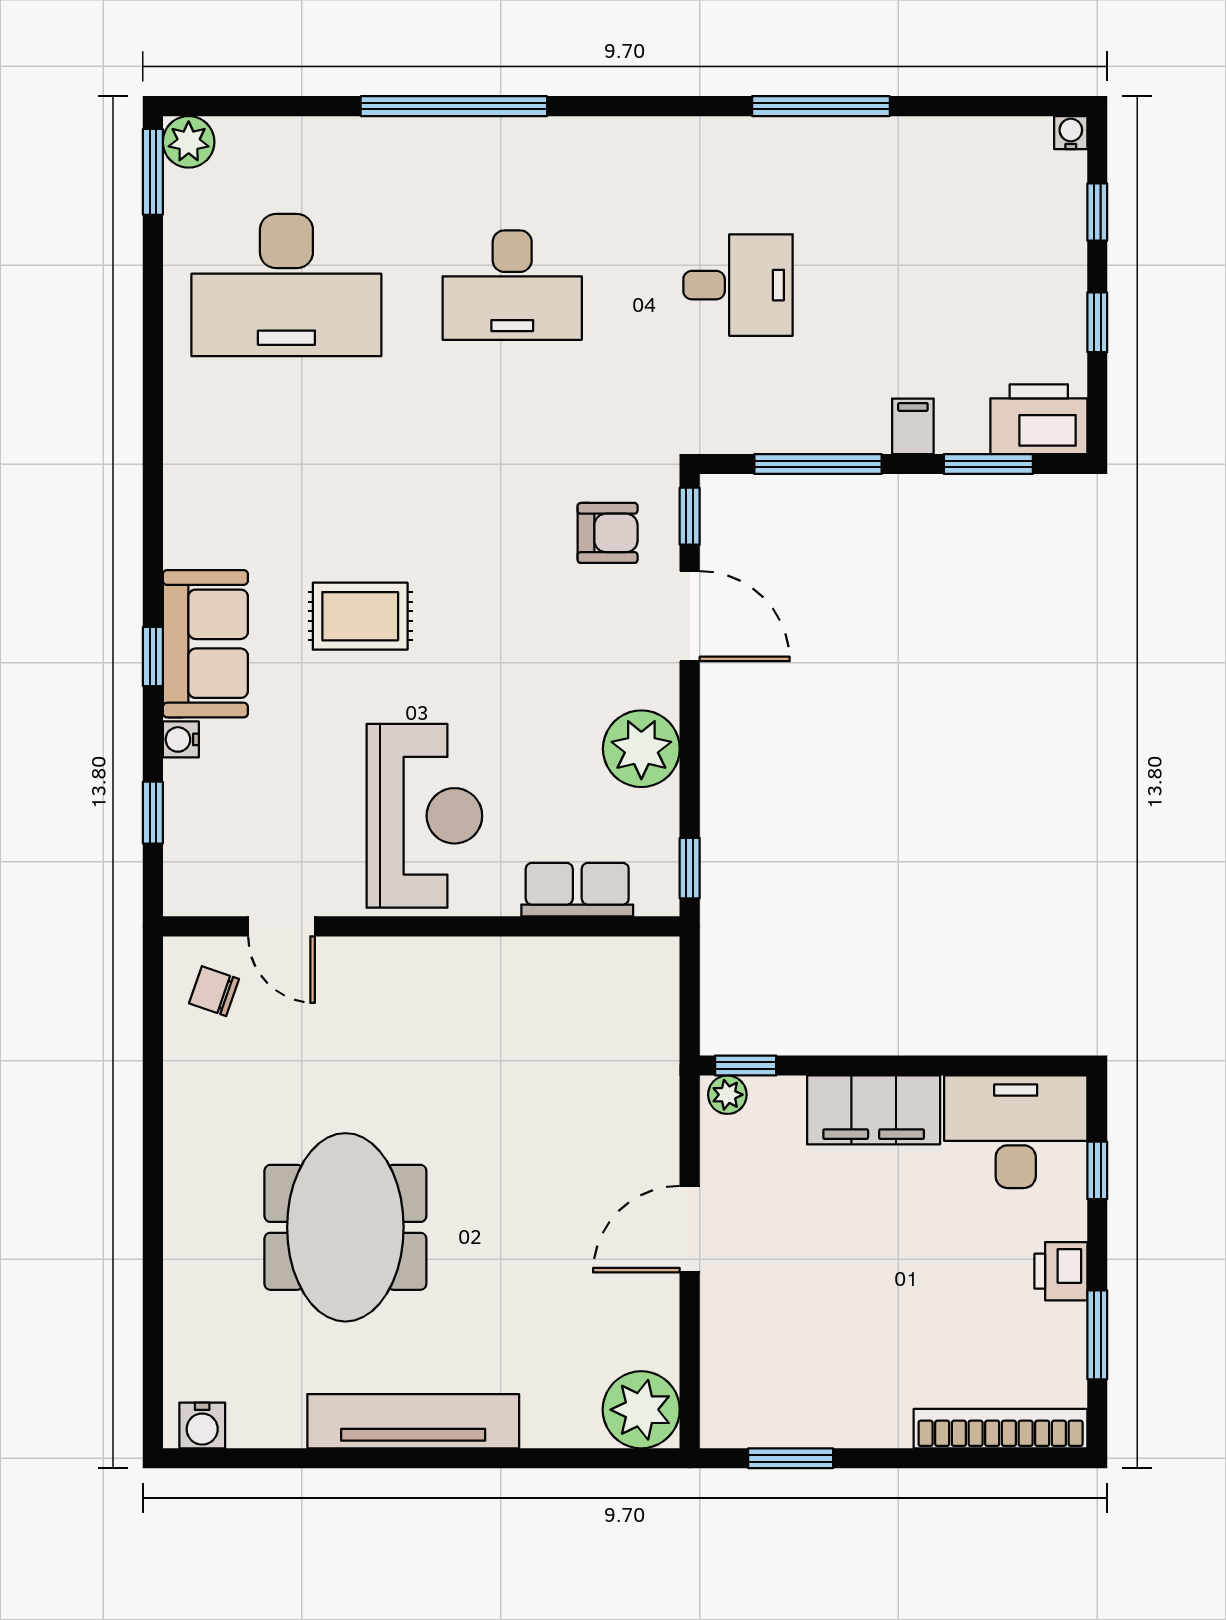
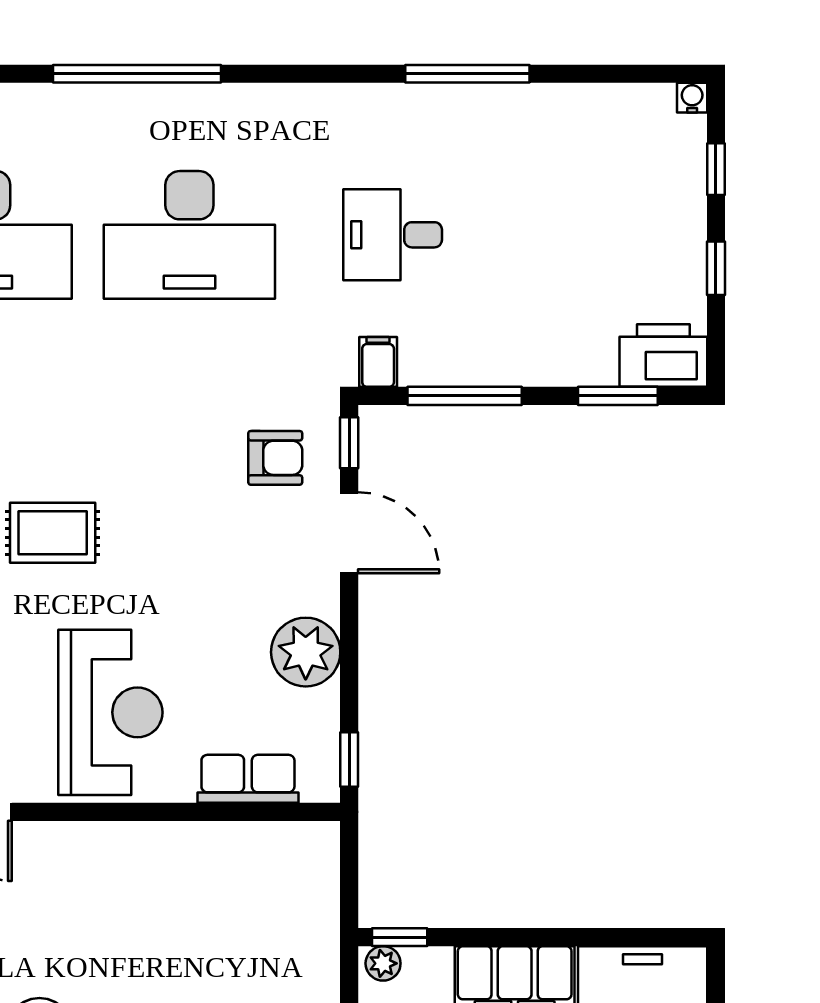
desk: (512, 285) -> (189, 235), width x1.36, depth x1.30
desk: (738, 285) -> (393, 235), turned 180
filing cabinet: (913, 426) -> (378, 362), moved

